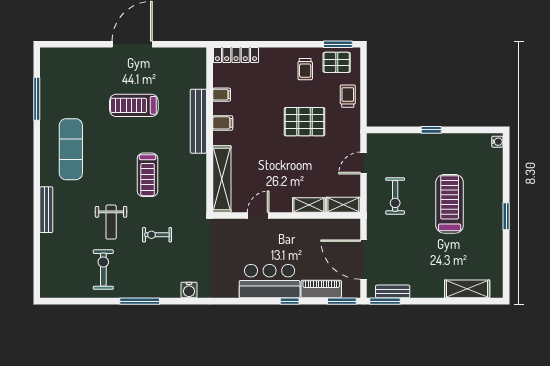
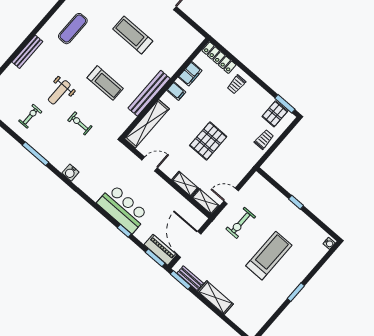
pallet: (337, 62) -> (275, 114), turned 90
trolley: (305, 69) -> (236, 84), moved
filing cabinet: (222, 95) -> (190, 74), width x2.00
bench: (198, 121) -> (149, 93), moved
pallet: (305, 122) -> (208, 141), moved, turned 90
exercise mat: (71, 149) -> (73, 29), width x0.73, depth x0.69
door: (363, 163) -> (231, 196), moved
treadmill: (147, 175) -> (105, 83), turned -90
exercise bike: (103, 270) -> (30, 116), width x0.73, depth x0.72
piano: (321, 289) -> (160, 250), moved
shelving: (467, 289) -> (216, 298), moved

